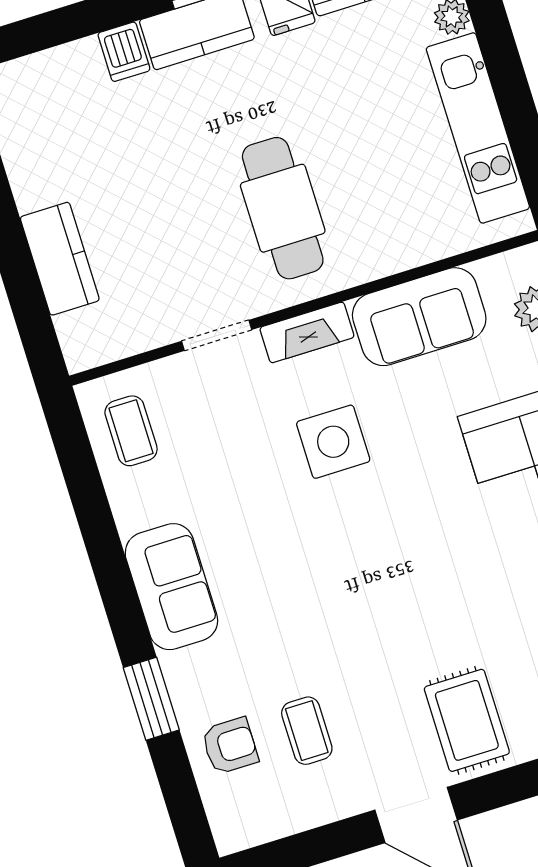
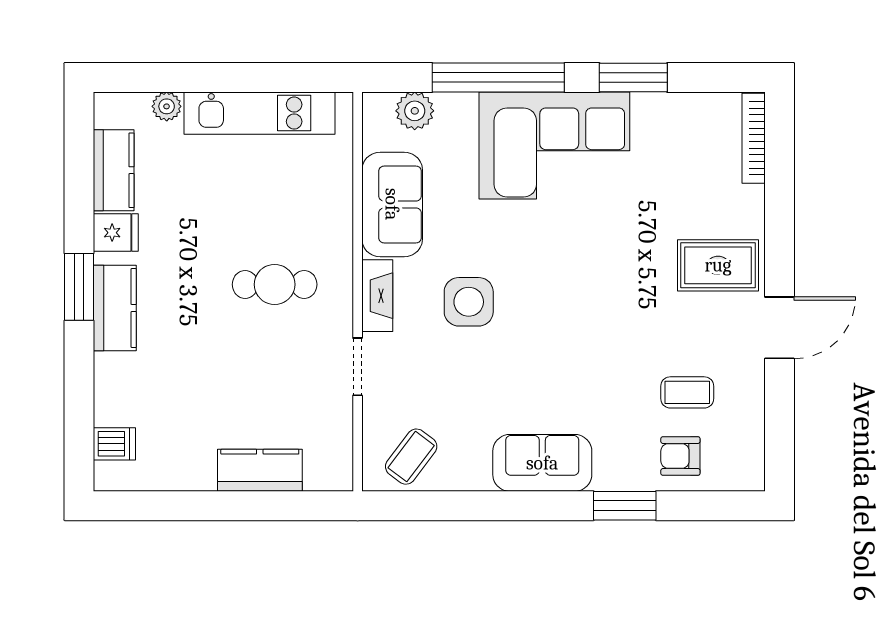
dishwasher: (124, 52) -> (114, 444), moved
cafe table: (283, 208) -> (275, 284), width x0.73, depth x0.74
coffee table: (131, 431) -> (411, 457), turned -53
armchair: (230, 746) -> (680, 456), turned -90

